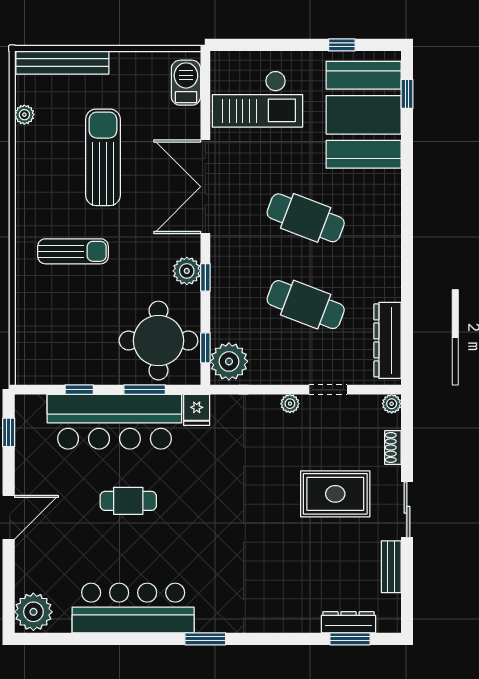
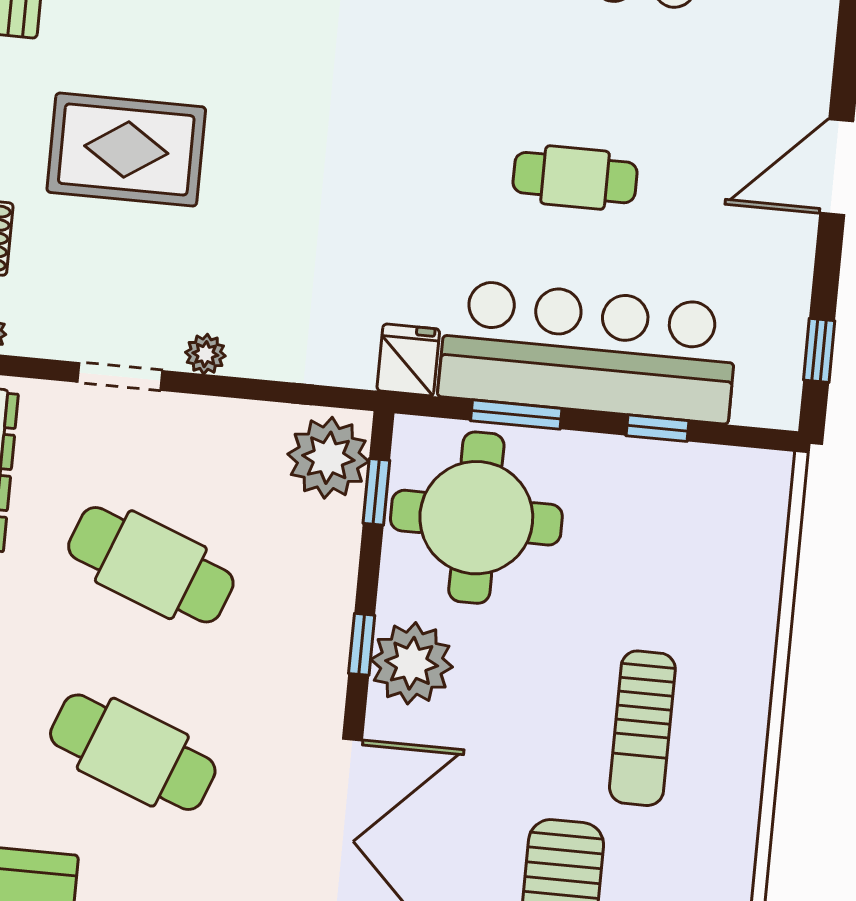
sun lounger: (73, 251) -> (642, 728), turned -90
plant: (187, 271) -> (412, 663), width x1.36, depth x1.36

